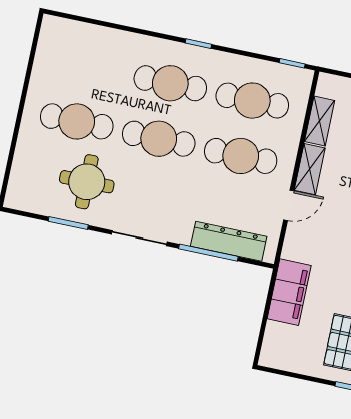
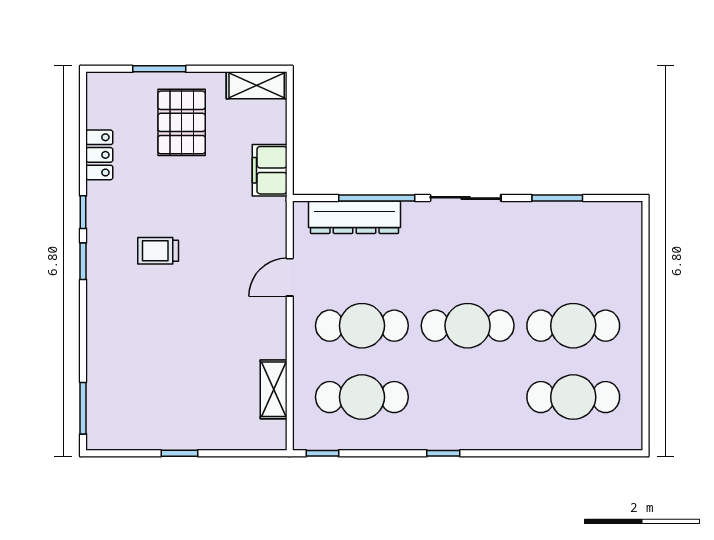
cafe table: (170, 83) -> (573, 397), moved
shelving: (310, 169) -> (257, 85), moved, turned 90
round table: (87, 182) -> (545, 254), removed
filing cabinet: (289, 292) -> (270, 170), width x0.67, depth x0.86

